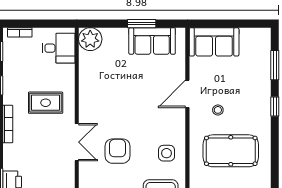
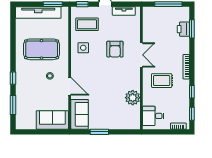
plant: (90, 39) -> (133, 98), moved
sofa: (152, 41) -> (80, 114), moved, turned 90
door: (187, 94) -> (70, 86), hinge flipped
double door: (77, 142) -> (141, 55), swing flipped

